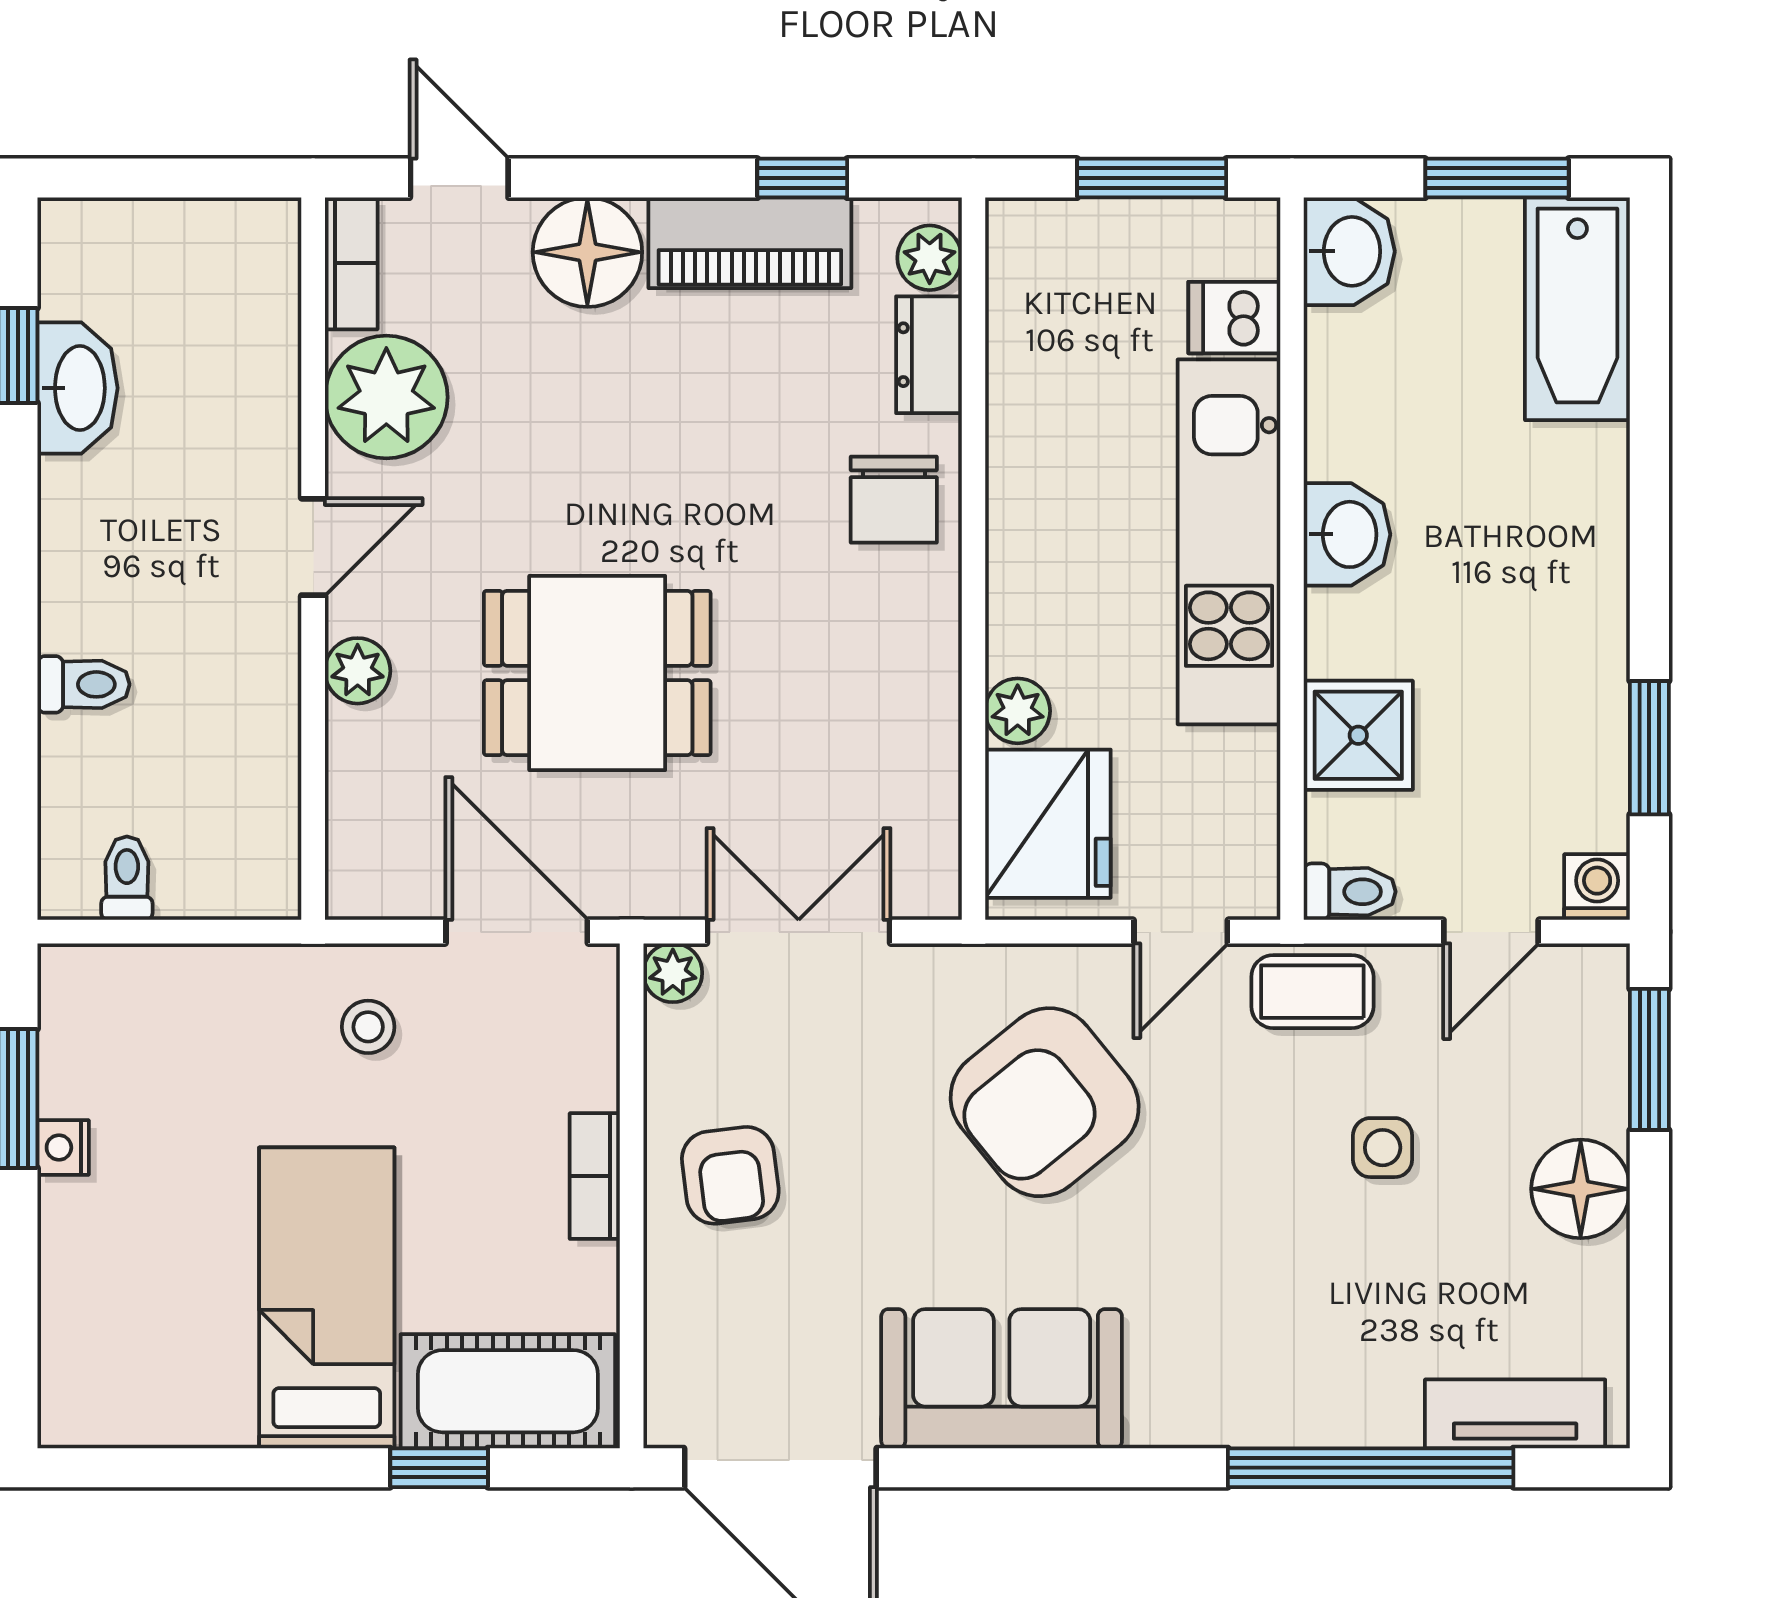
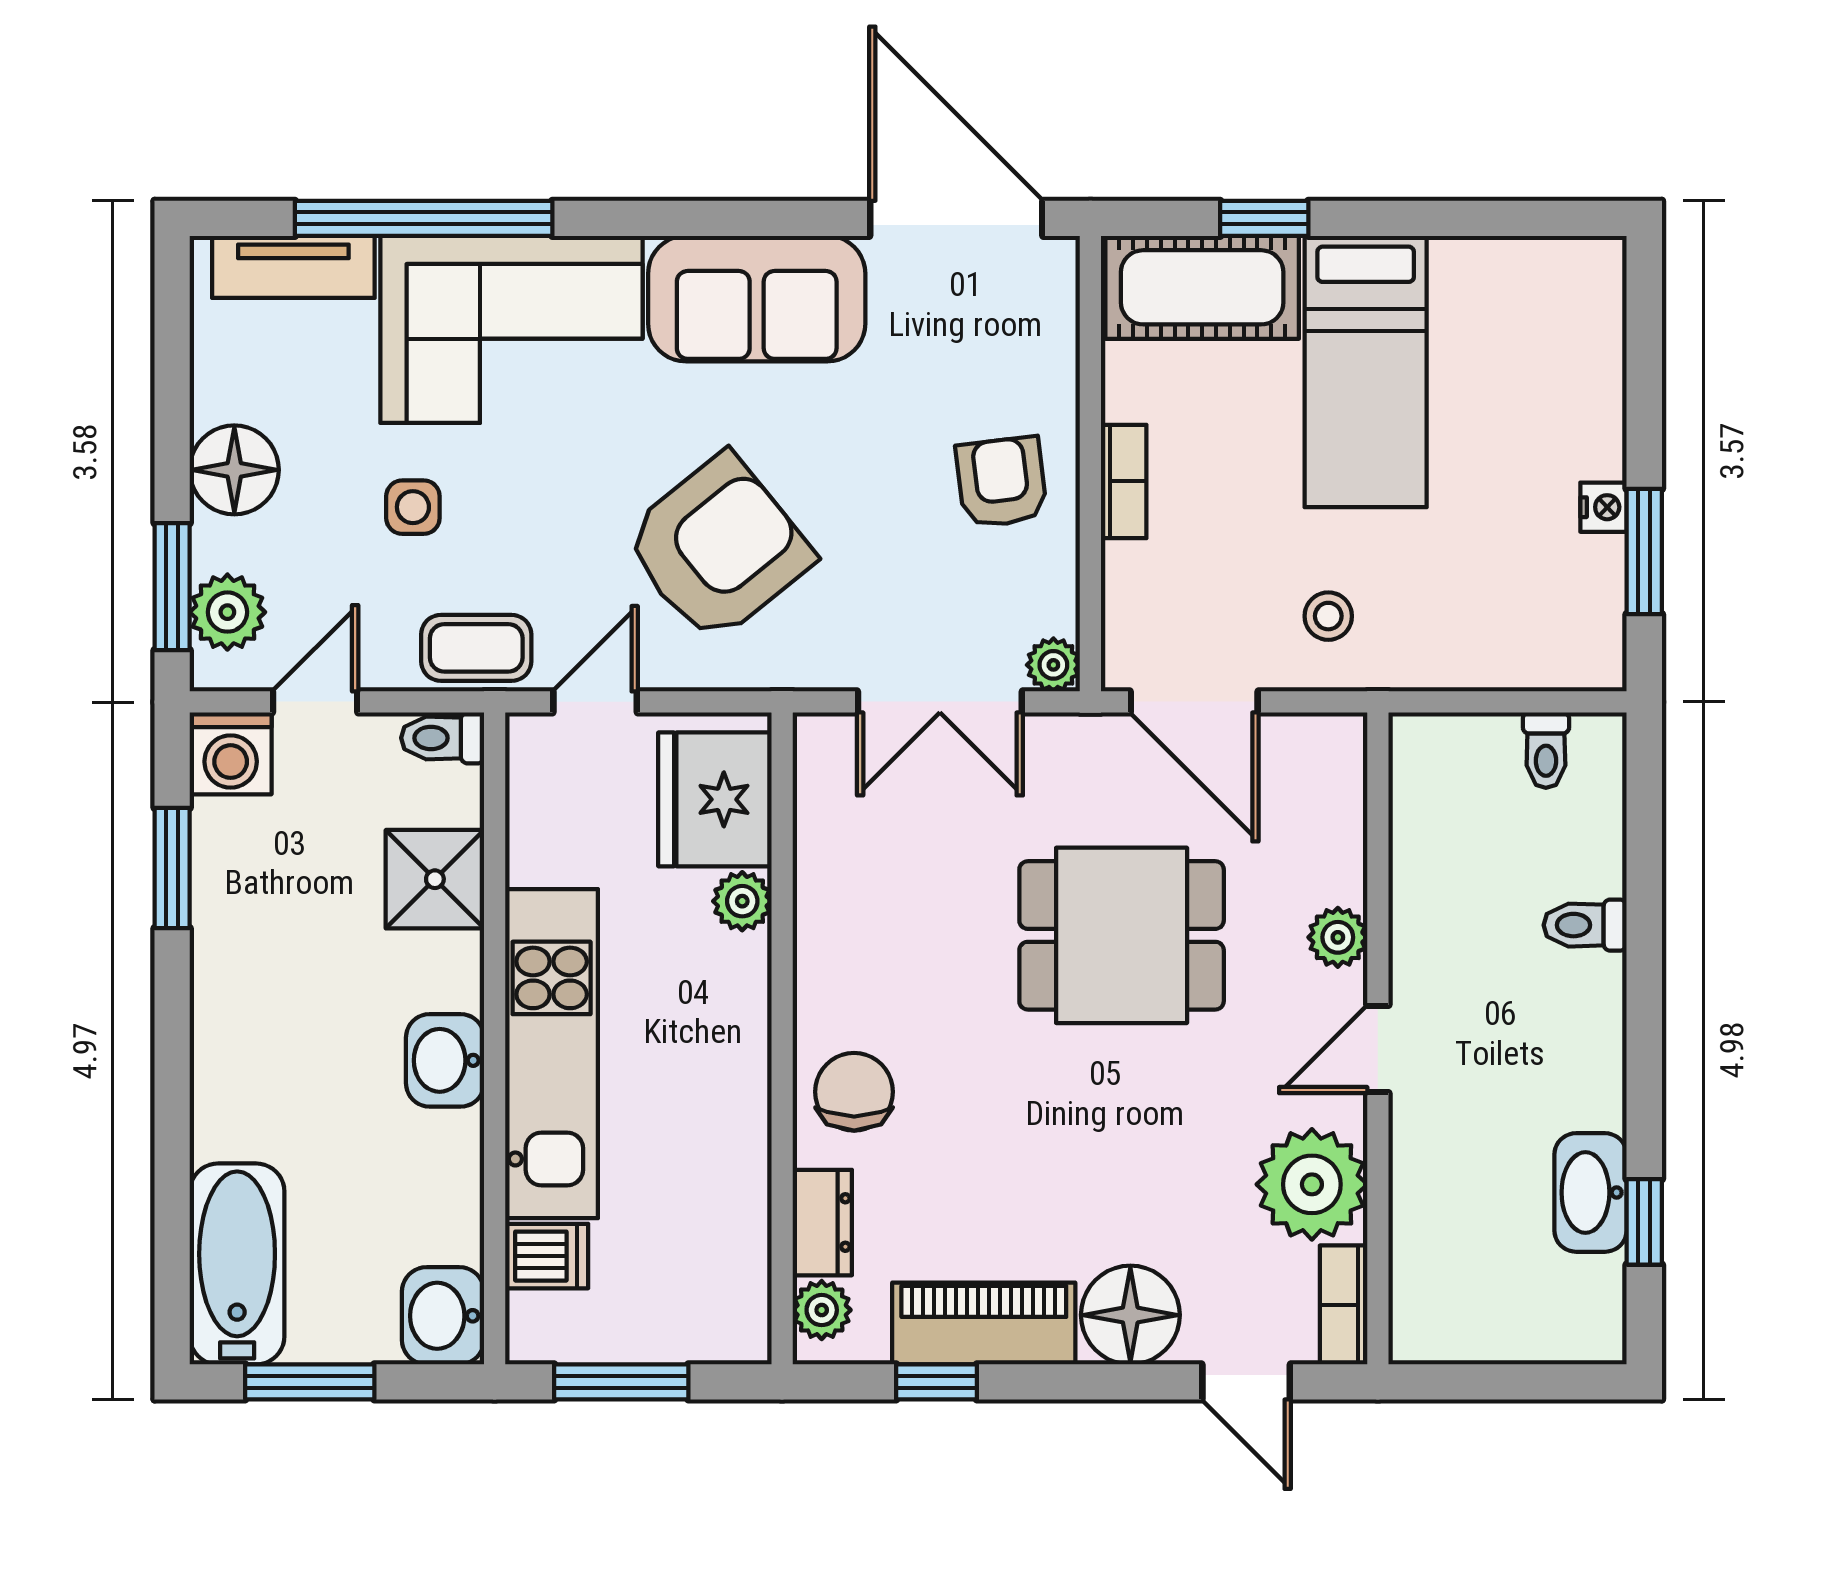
washing machine: (1597, 887) -> (231, 753), width x1.38, depth x1.38
plant: (1588, 1031) -> (227, 612), added
corner sofa: (1273, 1345) -> (511, 329), added

